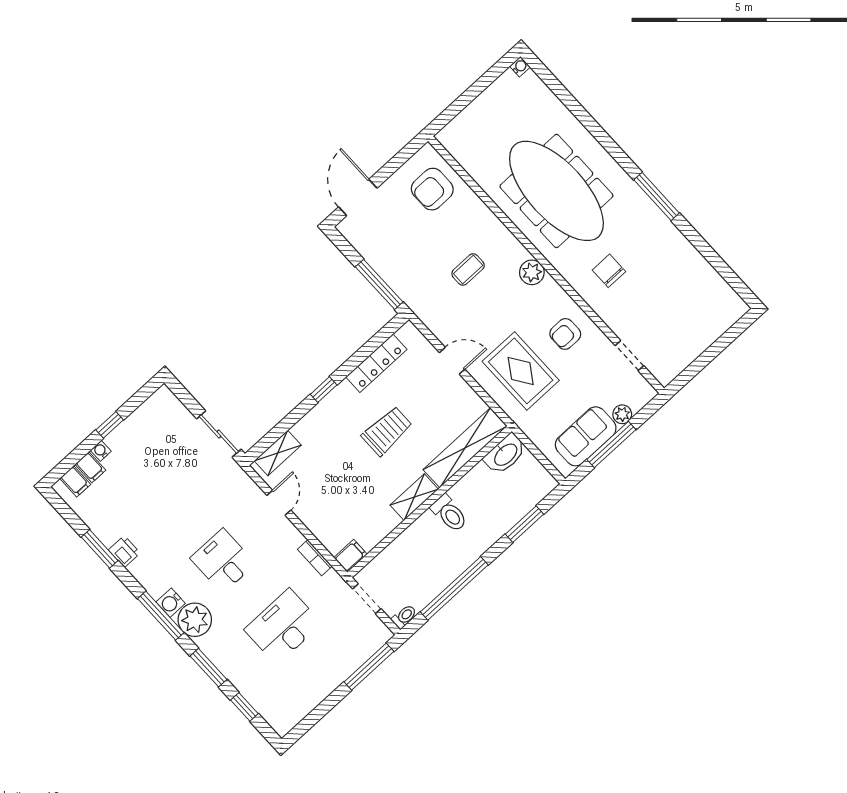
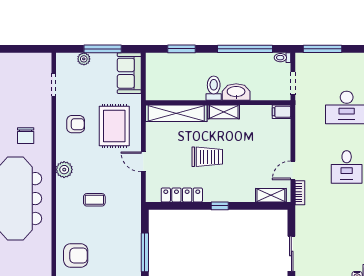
window: (379, 284) -> (145, 252), moved
trolley: (387, 431) -> (207, 157), turned 180
sliding door: (219, 434) -> (291, 254), moved
sofa: (586, 436) -> (129, 73), moved, turned 90
washbasin: (505, 454) -> (236, 92), moved
bookcase: (315, 558) -> (300, 193), moved

